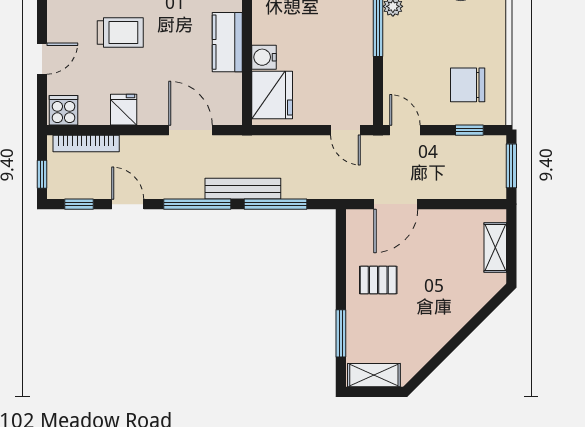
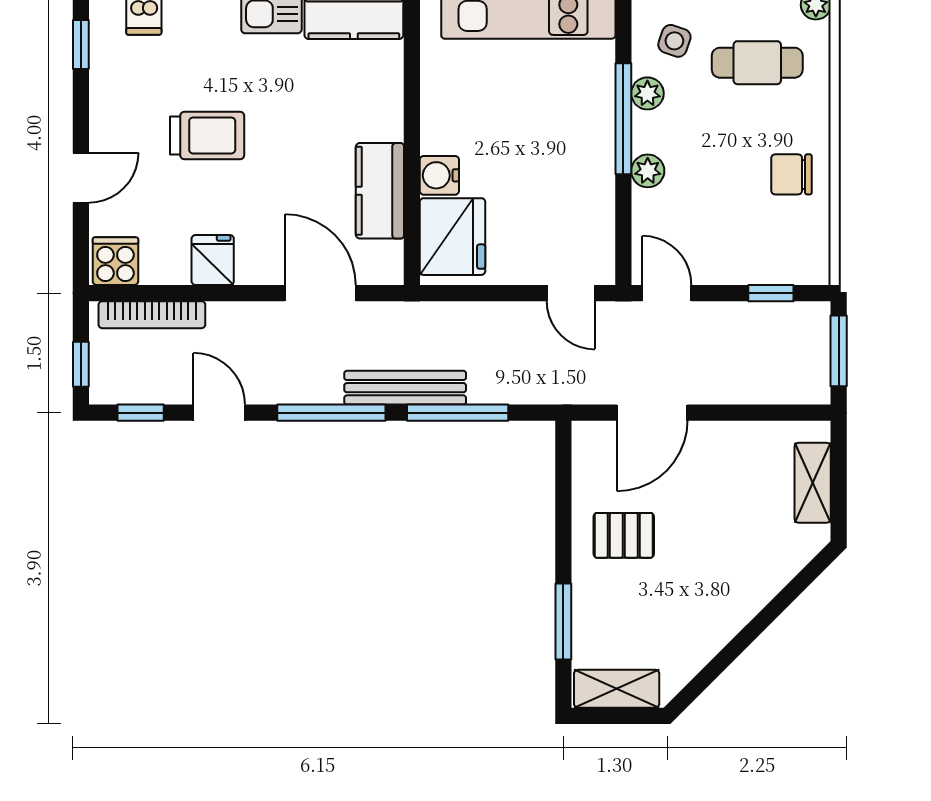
kitchen counter: (227, 42) -> (380, 191), moved
plant: (393, 54) -> (648, 171), added
chair: (468, 85) -> (791, 174), moved, width x0.73, depth x0.73

